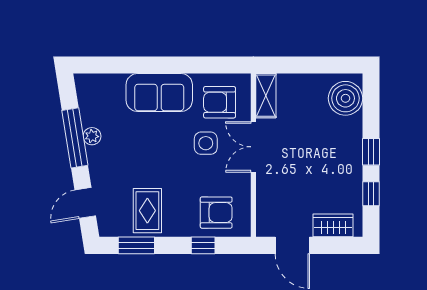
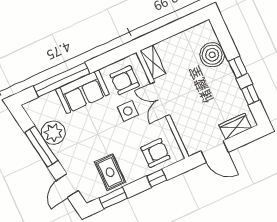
window: (140, 65) -> (62, 80), added
boiler: (345, 98) -> (212, 55), moved
plant: (92, 136) -> (53, 133), width x1.88, depth x1.88

